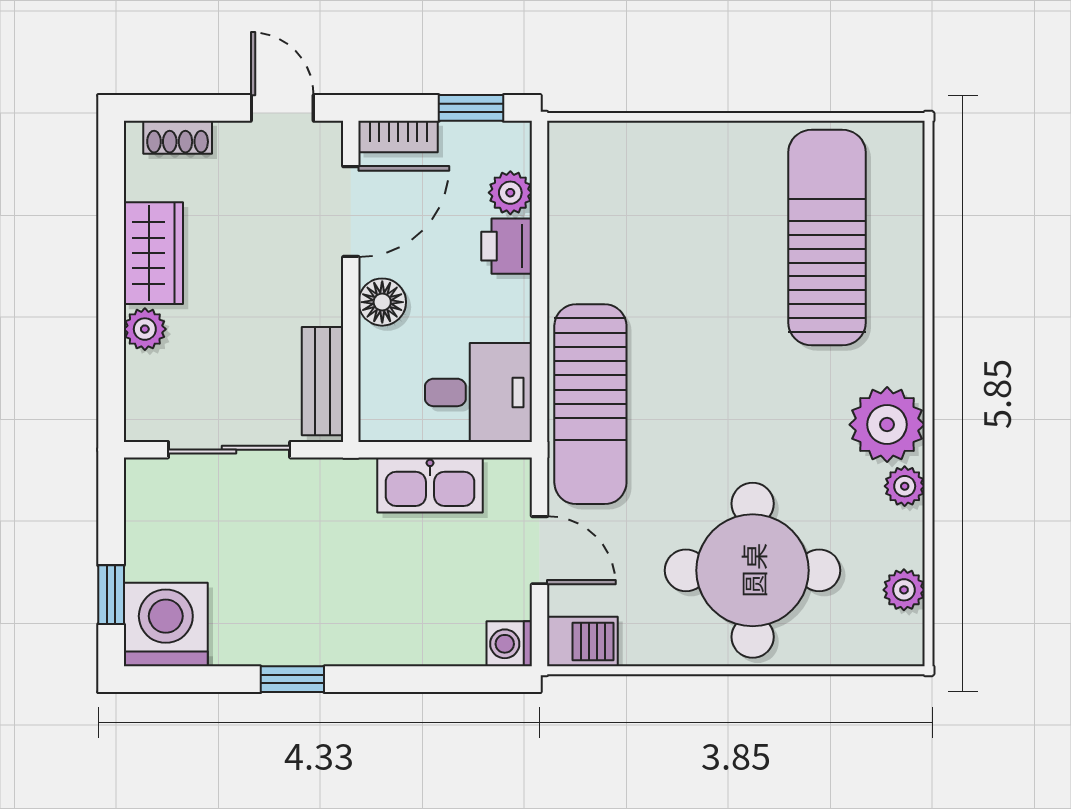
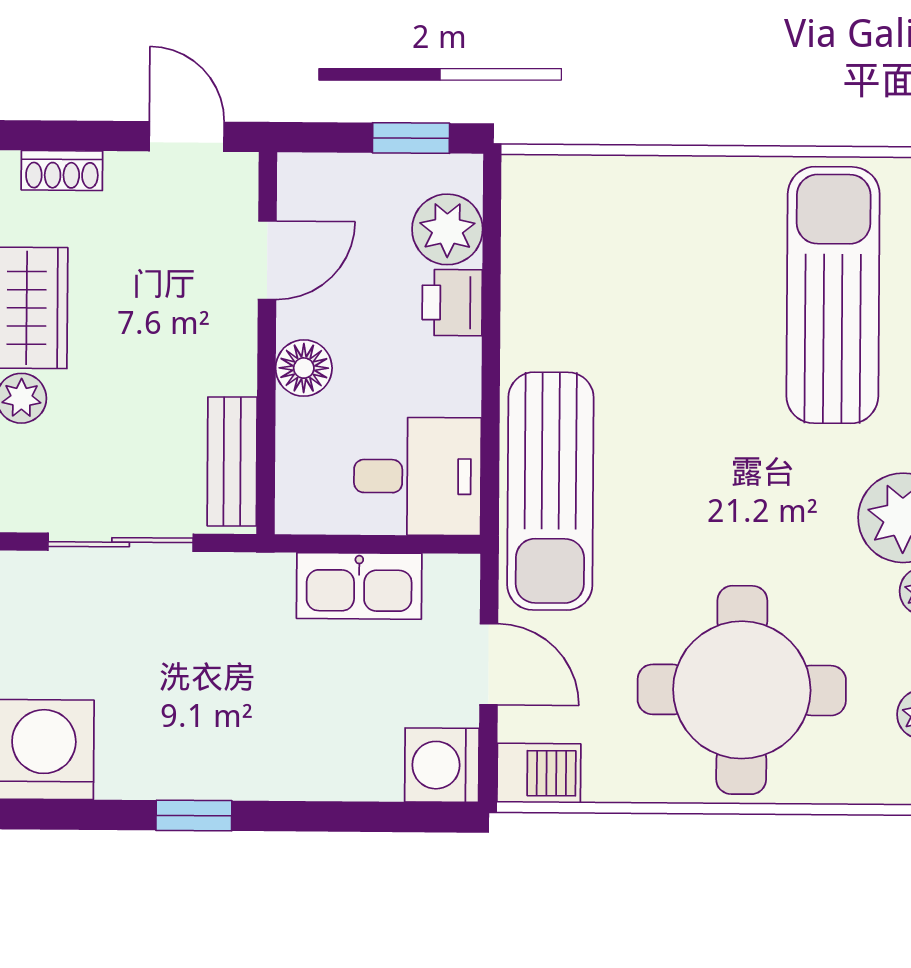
bookcase: (398, 137) -> (324, 171), removed
plant: (510, 193) -> (447, 229), width x1.38, depth x1.38
door: (351, 212) -> (267, 260), width x0.73
washing machine: (509, 644) -> (442, 765), width x1.38, depth x1.38

